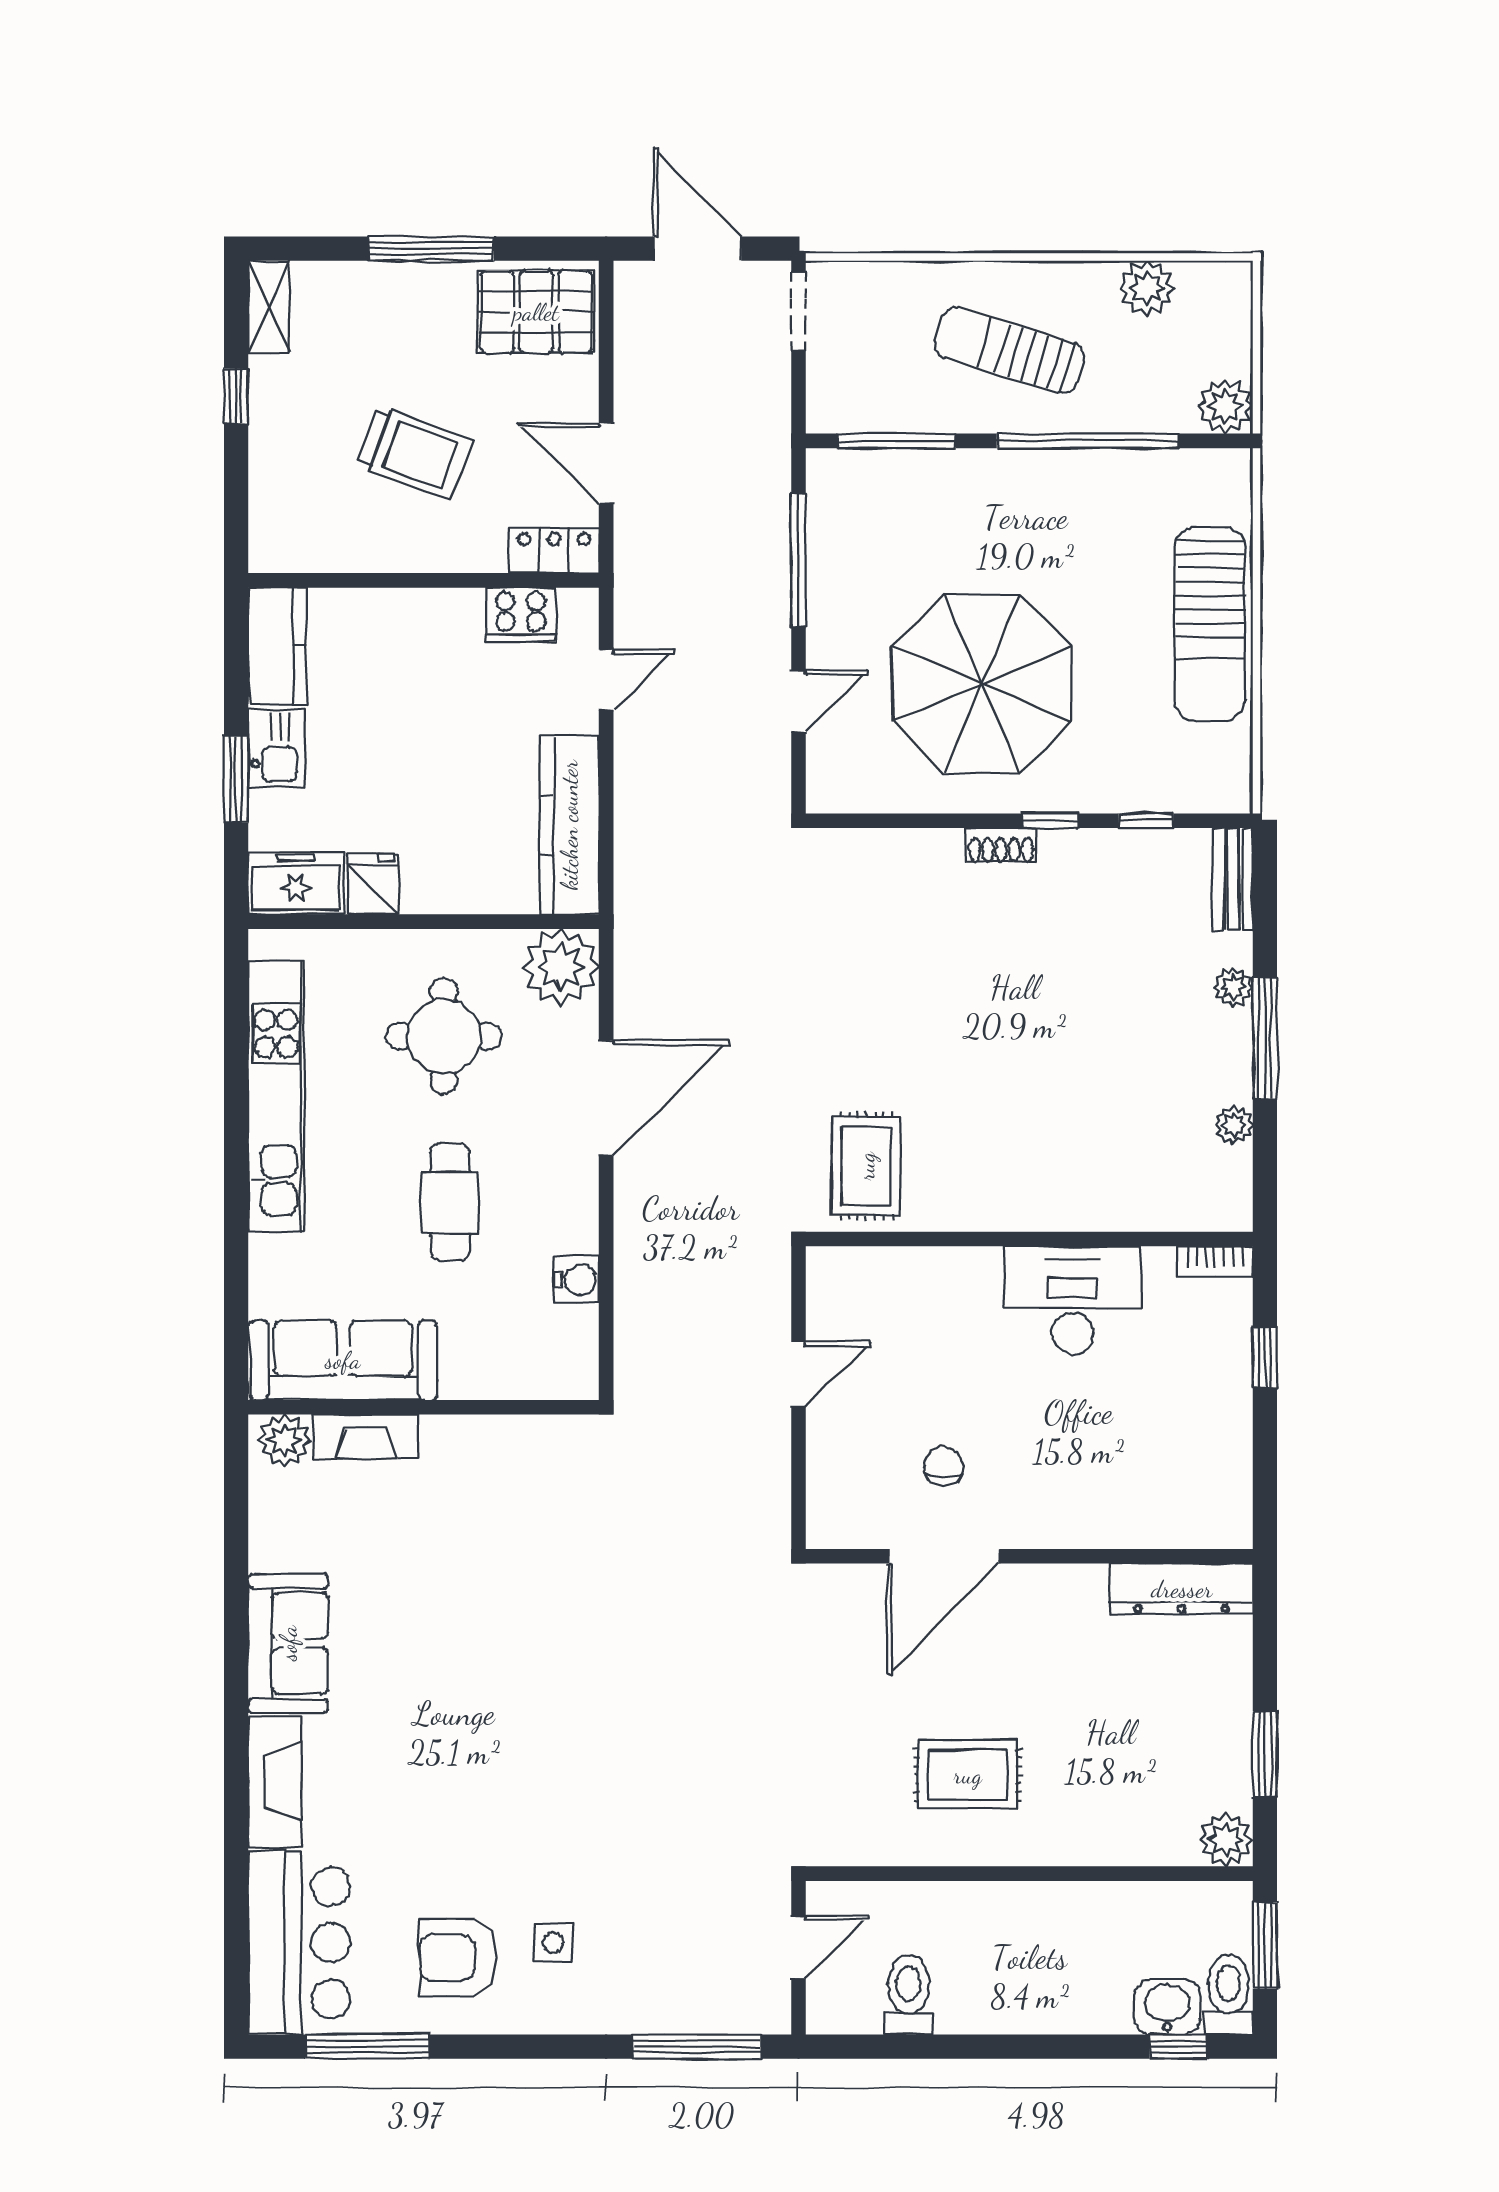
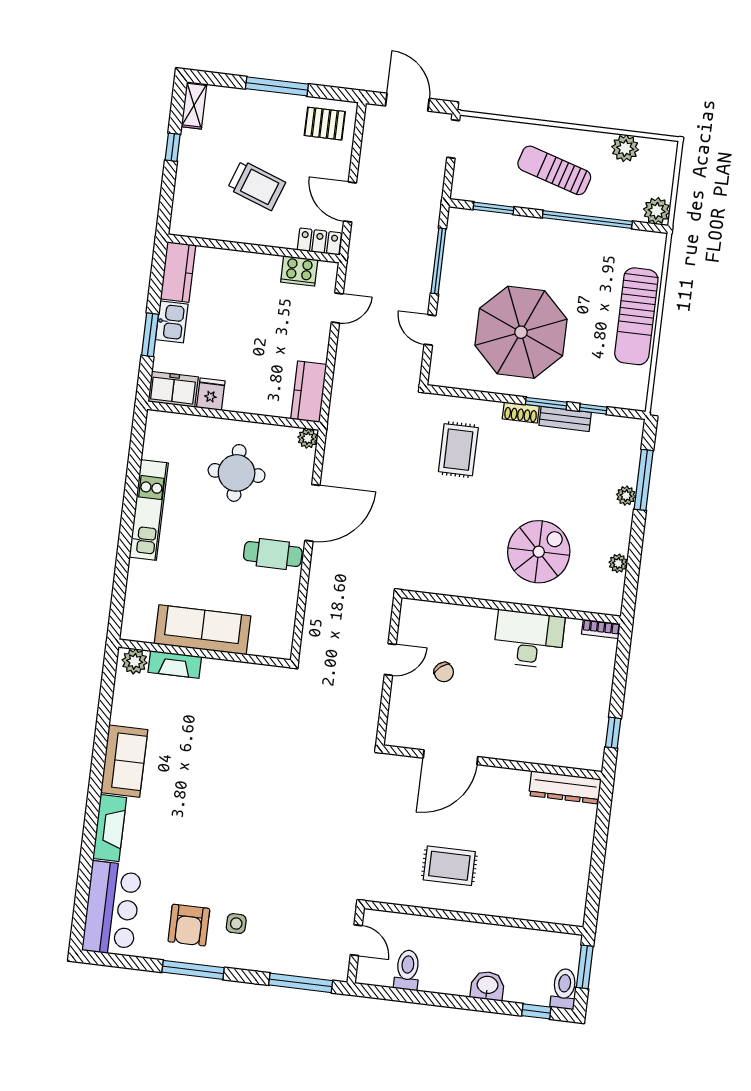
pallet: (536, 312) -> (325, 124), width x0.67, depth x0.71
window: (896, 441) -> (494, 208), width x0.69
door: (799, 701) -> (430, 330), swing flipped
window: (1050, 821) -> (546, 403), width x1.50
kitchen counter: (569, 825) -> (309, 392), width x0.67
bench: (1233, 879) -> (565, 419), moved, turned 90
plant: (561, 967) -> (308, 438), width x0.53, depth x0.53
window: (1265, 1038) -> (644, 480), moved
kitchen unit: (276, 1096) -> (149, 510), width x0.73
spiral stairs: (1071, 1121) -> (539, 552), added
rug: (866, 1166) -> (458, 450), moved
cafe table: (450, 1202) -> (273, 554), moved, turned 90
water cooler: (576, 1279) -> (287, 600), removed
window: (1265, 1358) -> (613, 733), moved
sofa: (343, 1360) -> (202, 630), moved
chair: (944, 1466) -> (444, 672), moved, turned 141
window: (1265, 1754) -> (596, 873), removed
plant: (1226, 1840) -> (572, 913), removed
door: (799, 1947) -> (356, 940), hinge flipped
armchair: (458, 1958) -> (189, 925), turned -90
washbasin: (1167, 2007) -> (487, 986), moved
window: (367, 2047) -> (193, 970), moved

